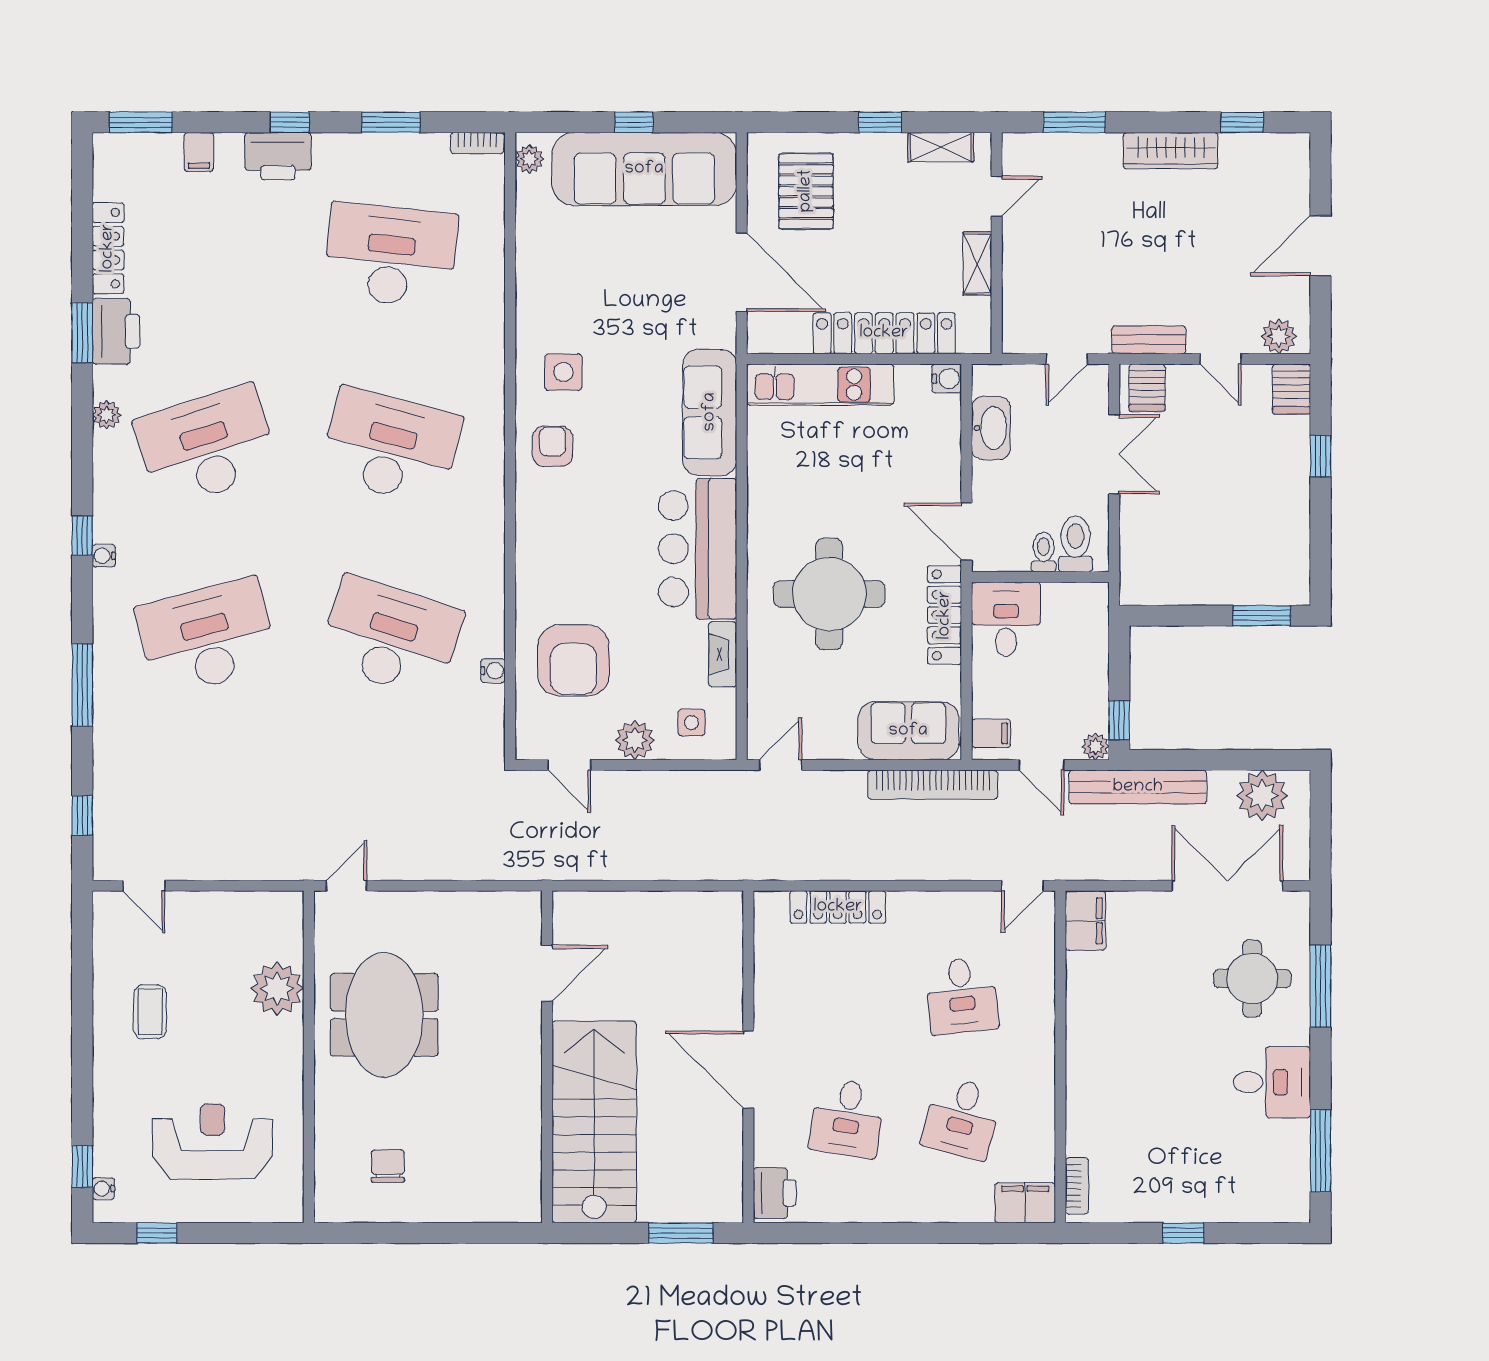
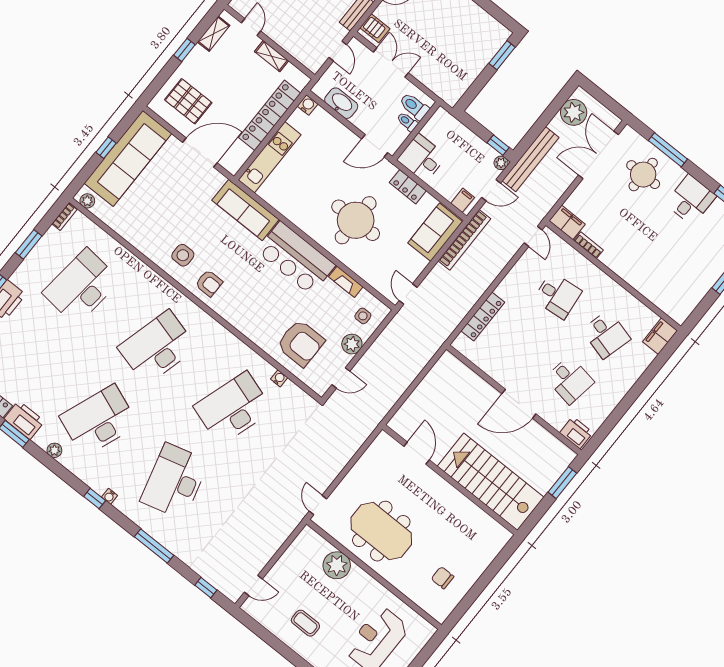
desk: (207, 446) -> (99, 420), turned 39
armchair: (553, 446) -> (209, 283), turned 180
locker: (945, 615) -> (408, 187), width x0.66
bookcase: (1077, 1186) -> (589, 245), moved

